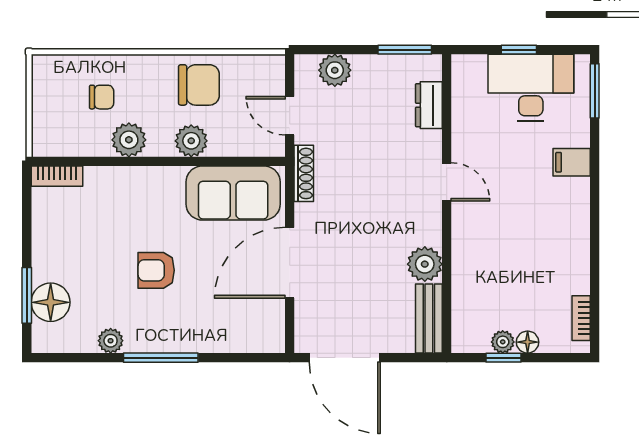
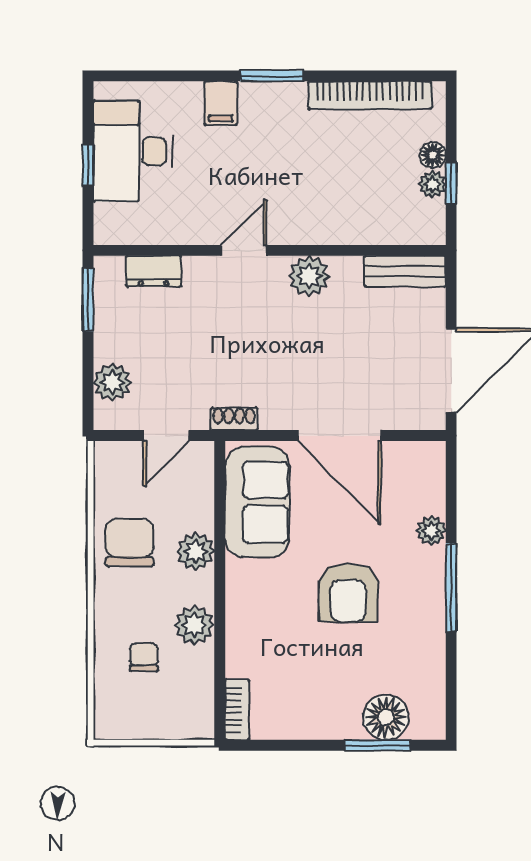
window: (595, 91) -> (272, 76), moved
shoe rack: (304, 173) -> (234, 419), width x0.70
plant: (425, 264) -> (309, 276), moved
armchair: (156, 270) -> (348, 593), width x1.38, depth x1.38
bookcase: (581, 318) -> (370, 95), width x2.31, depth x1.31
plant: (111, 341) -> (431, 530), moved

